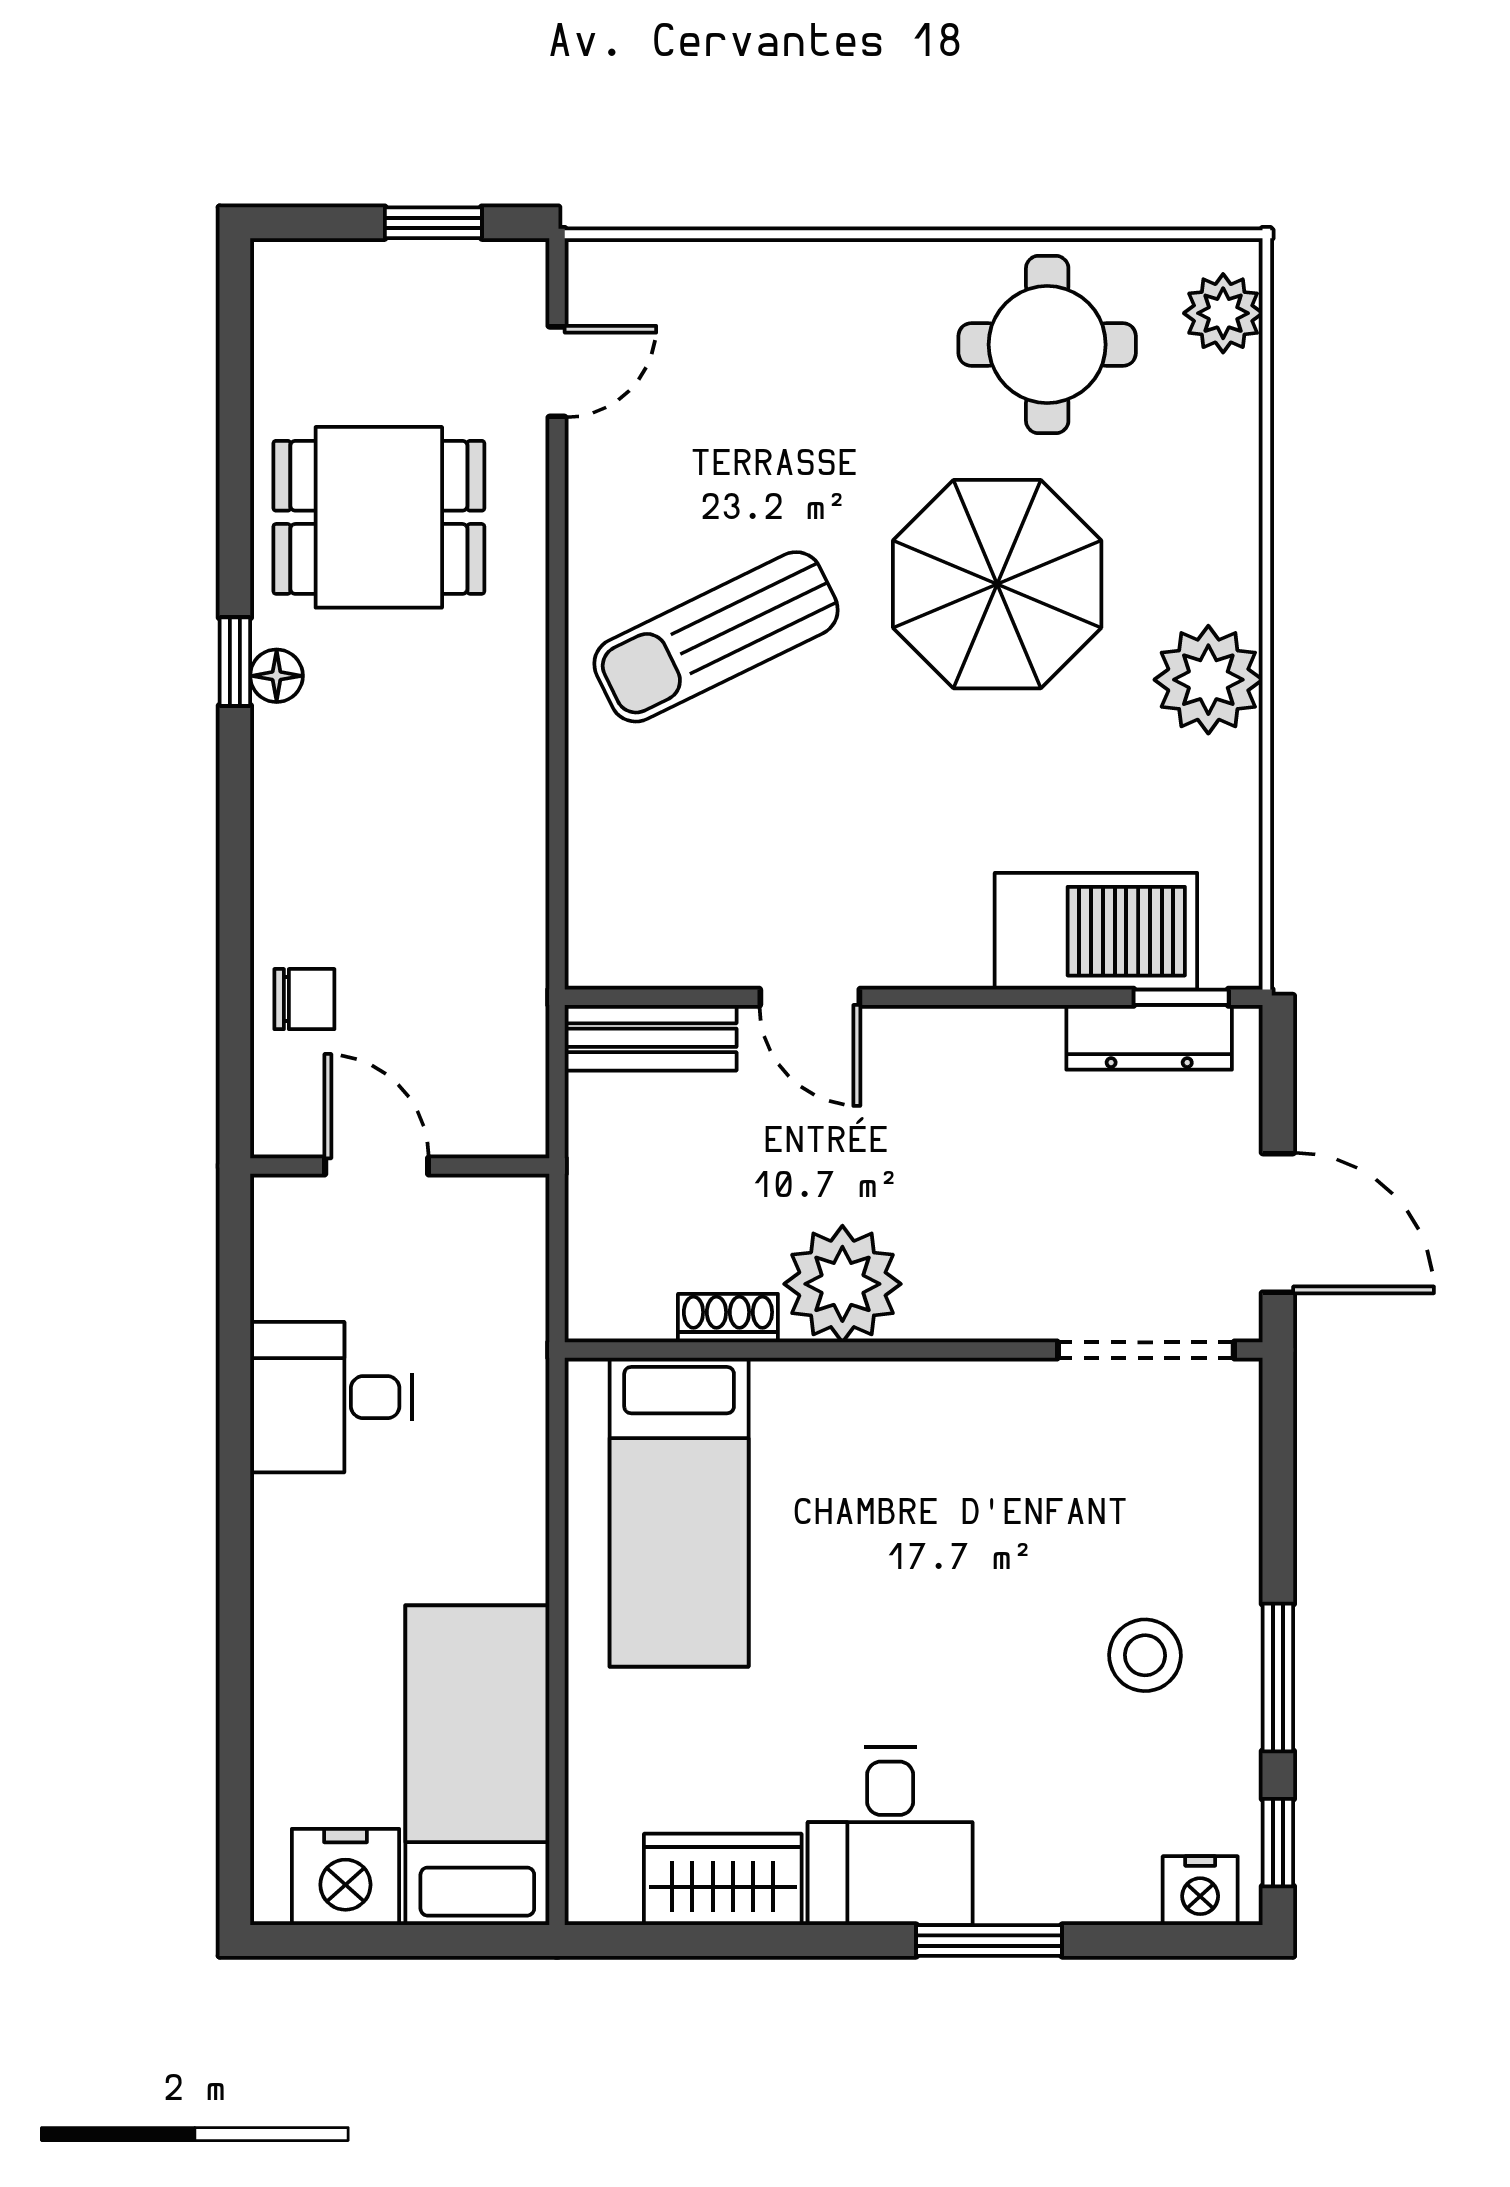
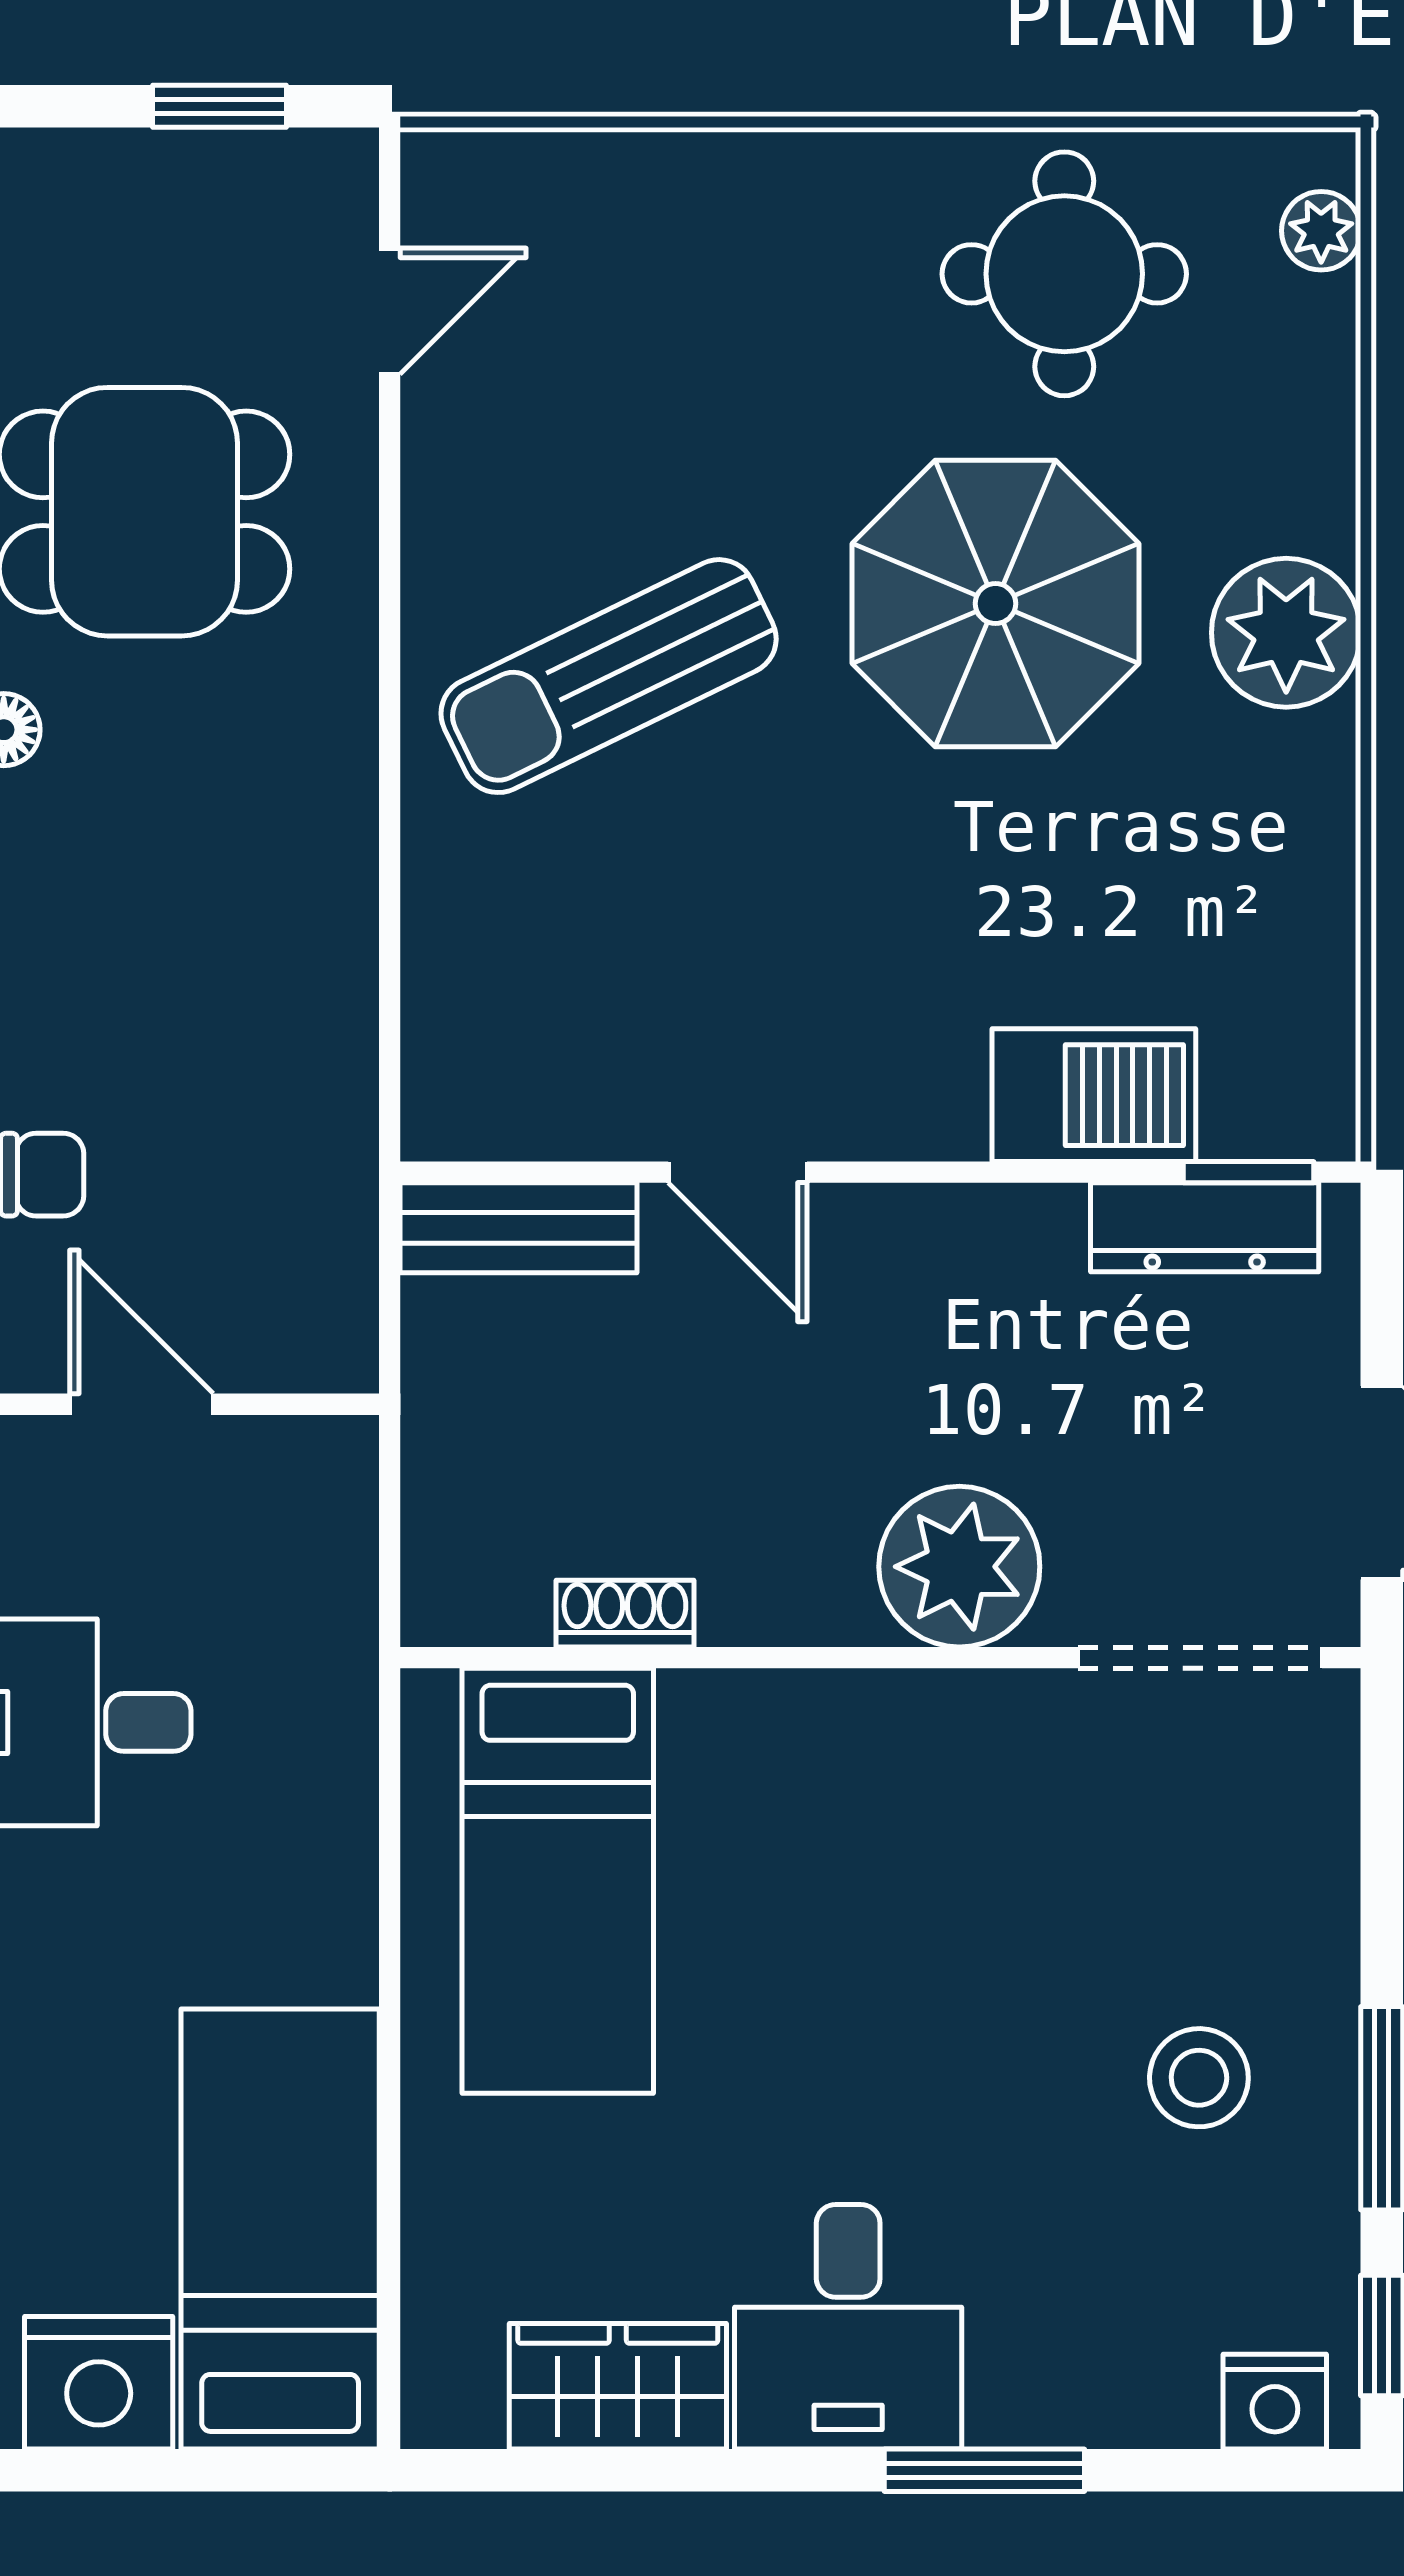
plant: (1223, 313) -> (1321, 231), width x0.73, depth x0.73
plant: (1208, 680) -> (1286, 633), moved
barbecue: (1096, 931) -> (1094, 1095), width x0.73, depth x0.83
plant: (842, 1284) -> (959, 1567), moved

